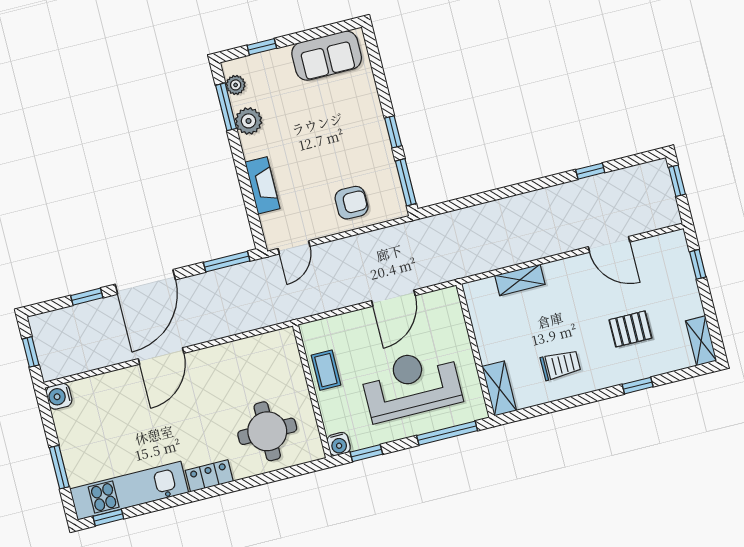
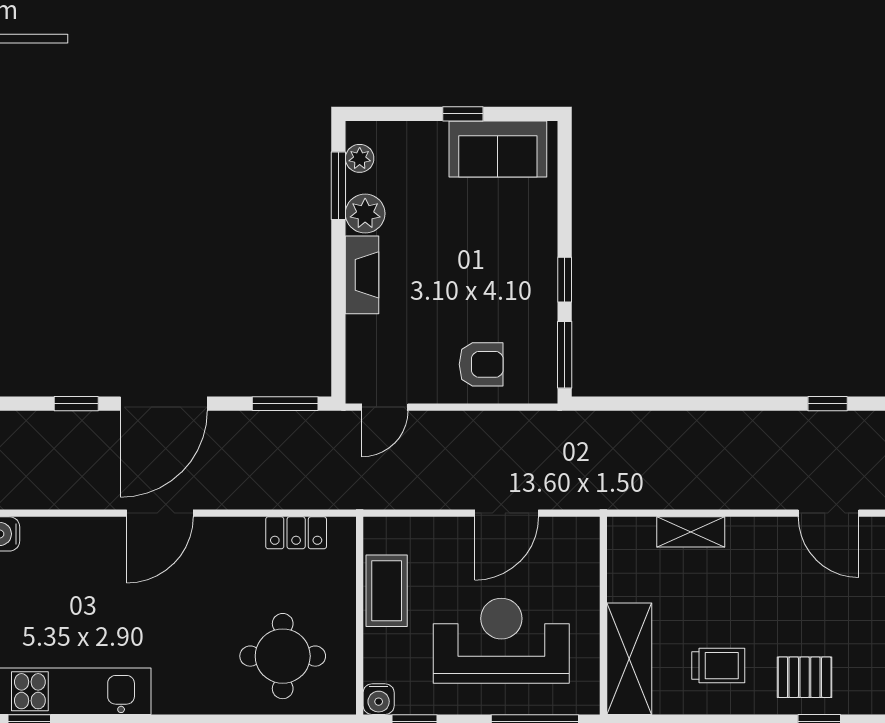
window: (262, 47) -> (463, 114), moved
fireplace: (262, 185) -> (362, 275), moved
pallet: (630, 329) -> (805, 677), moved
coffee table: (326, 370) -> (387, 591), width x1.36, depth x1.30
shelving: (499, 389) -> (629, 659), width x1.50, depth x1.33
locker: (209, 476) -> (296, 533), moved, turned 180

